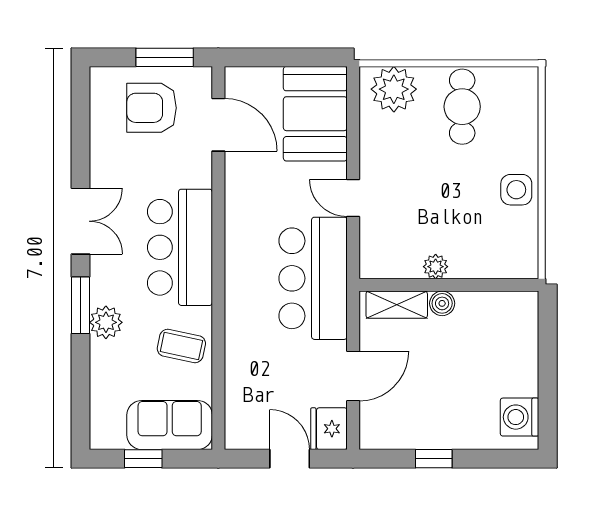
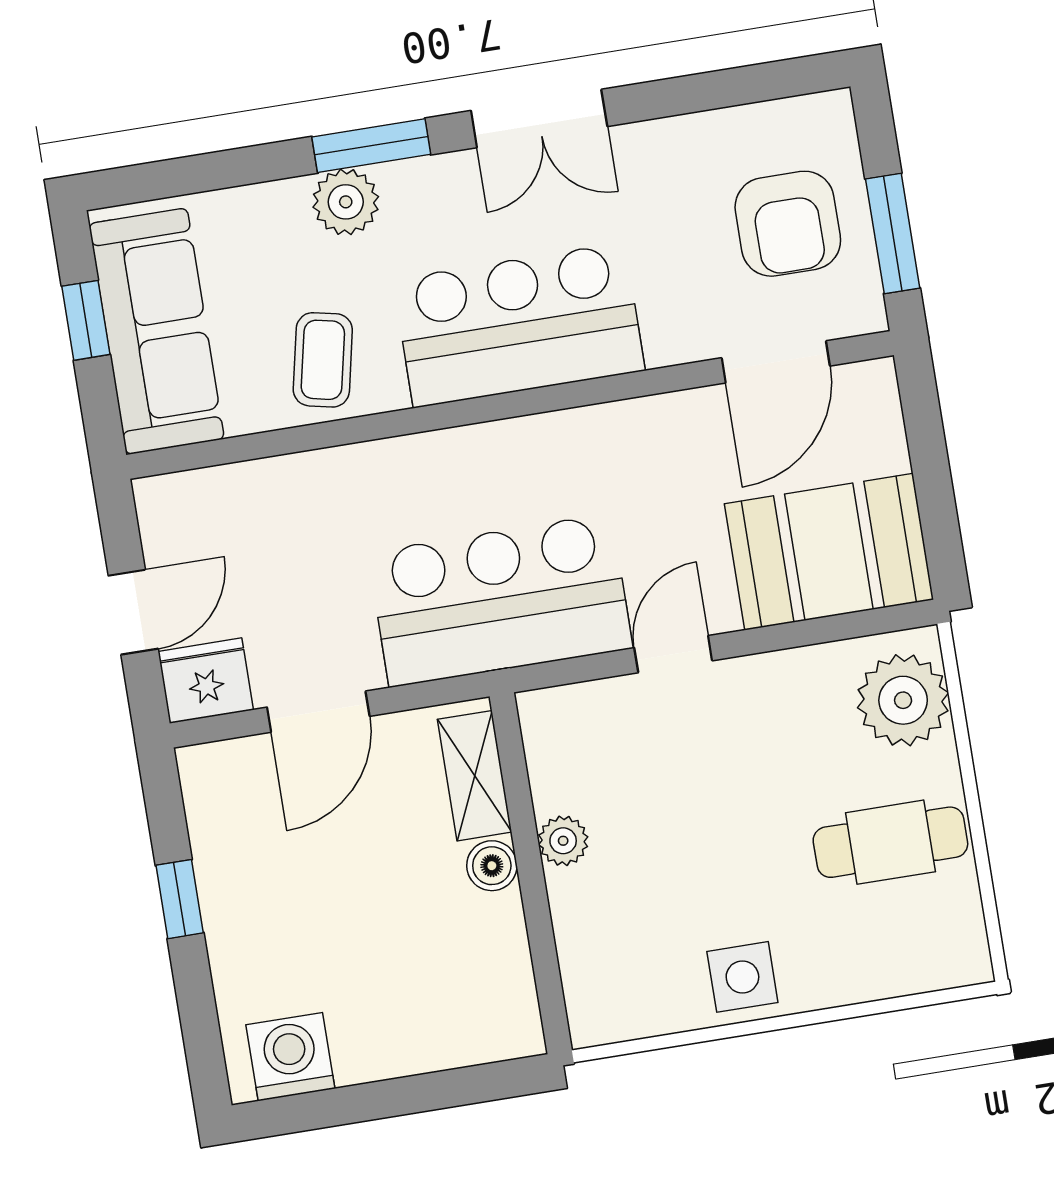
armchair: (152, 108) -> (788, 224), turned 180
door: (353, 376) -> (318, 712), hinge flipped
sofa: (170, 425) -> (156, 331), width x1.36

